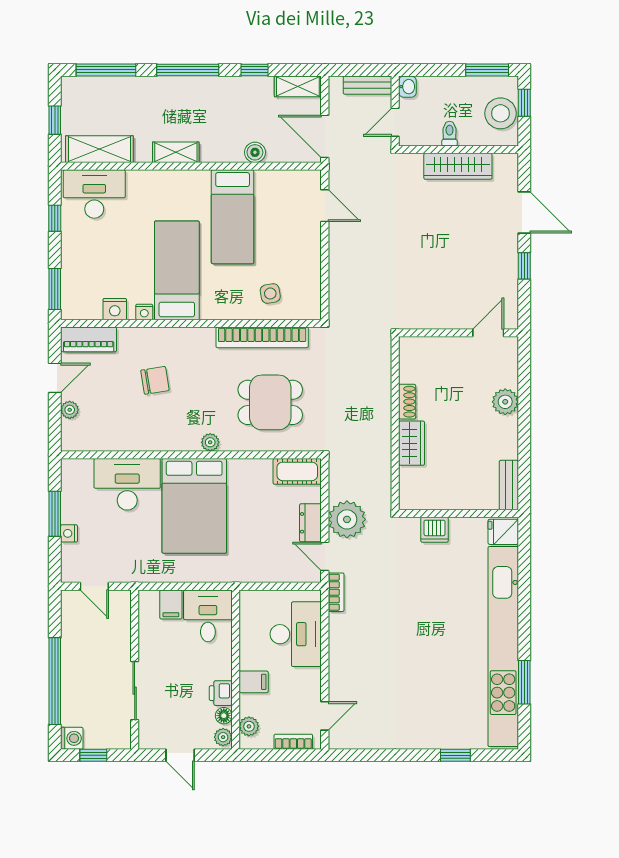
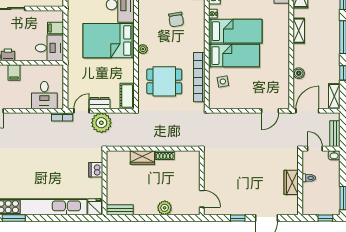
stool: (500, 113) -> (320, 205), removed
wardrobe: (458, 166) -> (291, 182), width x0.67
bed: (233, 217) -> (234, 56), moved, turned 180
dining table: (270, 402) -> (164, 81), turned 90
desk: (296, 634) -> (44, 95), width x0.73

